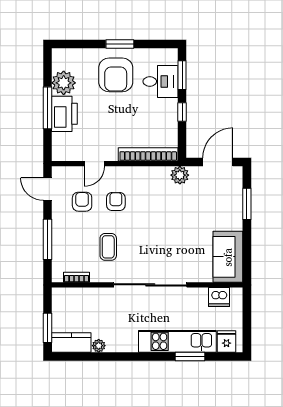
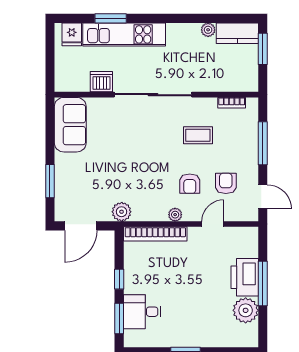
armchair: (116, 75) -> (190, 319), removed
plant: (130, 172) -> (175, 215), added
armchair: (82, 202) -> (226, 183), turned 180
coffee table: (108, 247) -> (198, 135), turned 90
dishwasher: (219, 297) -> (101, 82), moved

